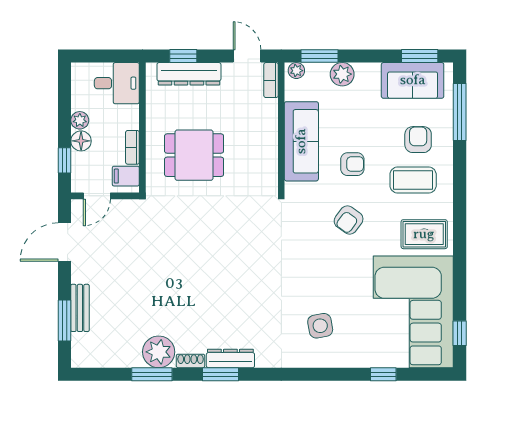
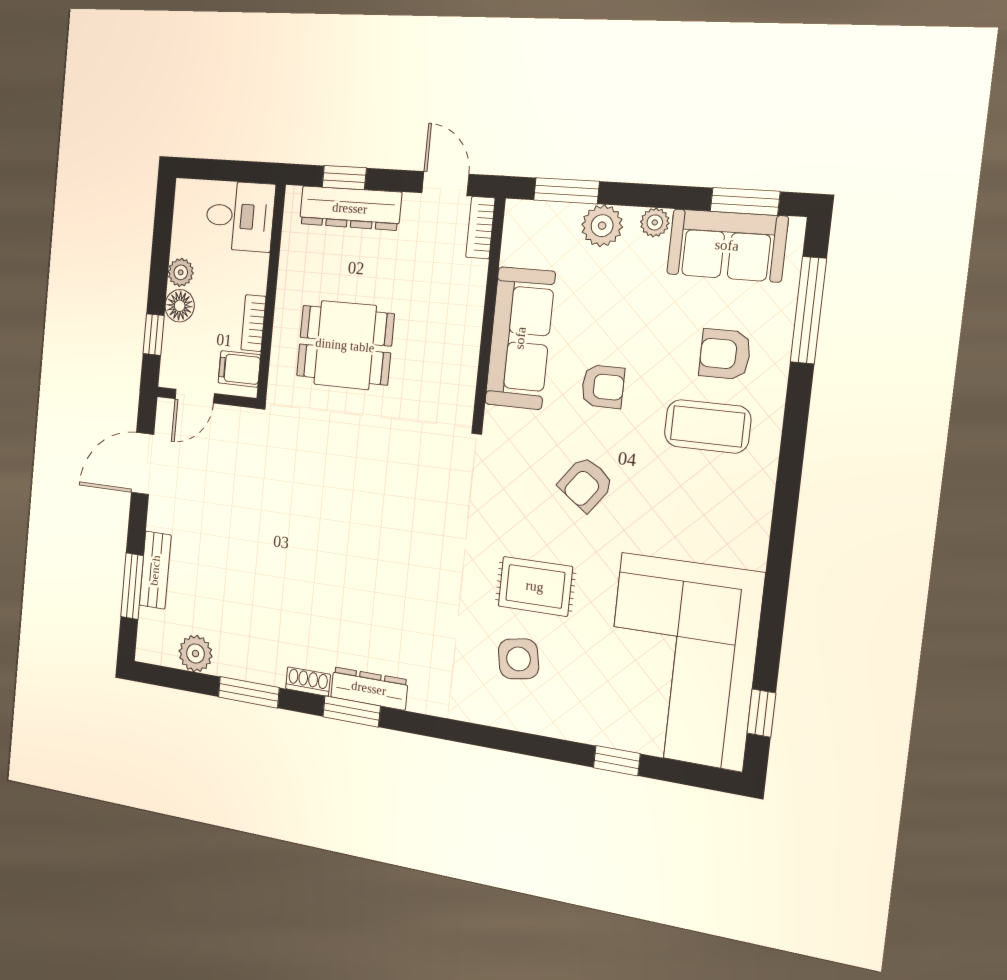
plant: (296, 71) -> (655, 222), moved
armchair: (418, 140) -> (725, 354), turned -90
rug: (424, 234) -> (535, 586), moved
plant: (159, 352) -> (195, 654), moved, width x0.73, depth x0.73

